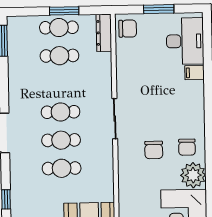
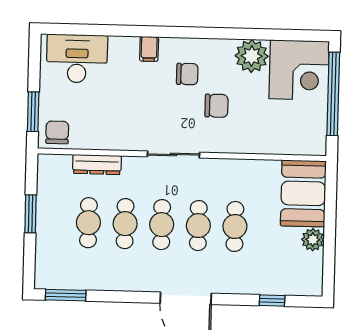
window: (159, 9) -> (33, 112), moved
cafe table: (59, 28) -> (125, 224), moved
dresser: (104, 33) -> (97, 165), moved
filing cabinet: (195, 73) -> (149, 49), moved
chair: (187, 147) -> (187, 74), moved

